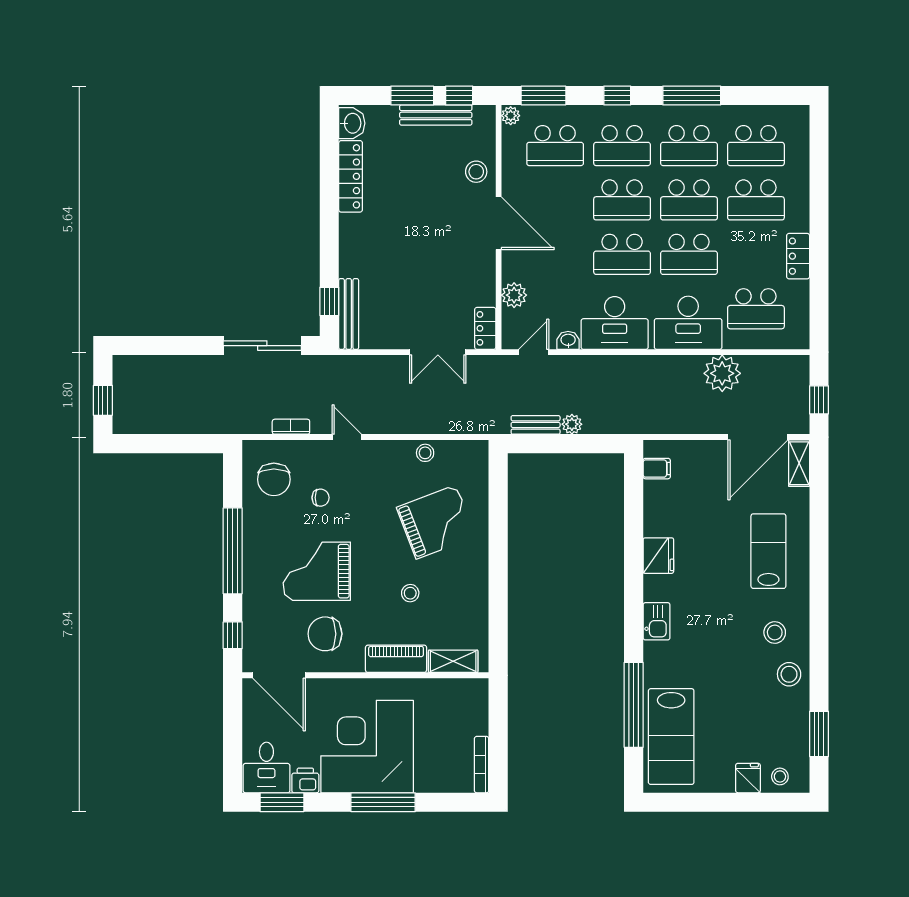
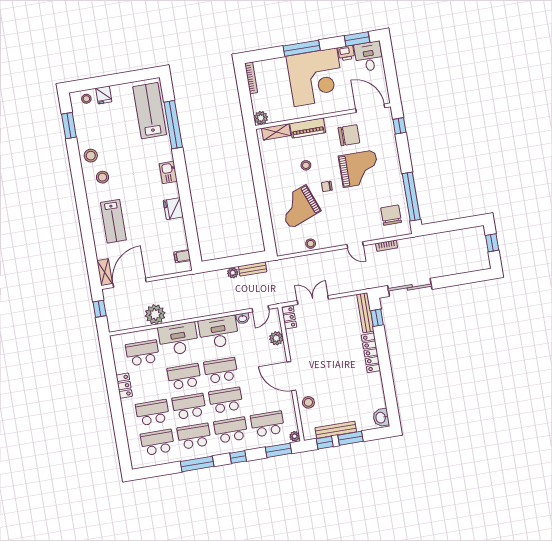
locker: (351, 176) -> (371, 353), moved
chair: (321, 498) -> (327, 186), moved
window: (233, 551) -> (411, 197), moved
plant: (476, 691) -> (261, 118), added

